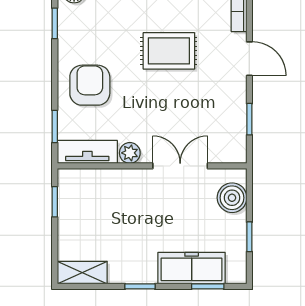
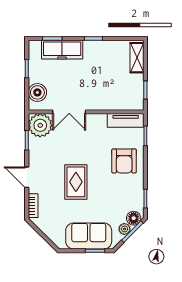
rug: (169, 51) -> (76, 182), turned 90
plant: (130, 153) -> (40, 125), moved, width x1.88, depth x1.88
shelving: (82, 273) -> (137, 58), moved, turned 90

